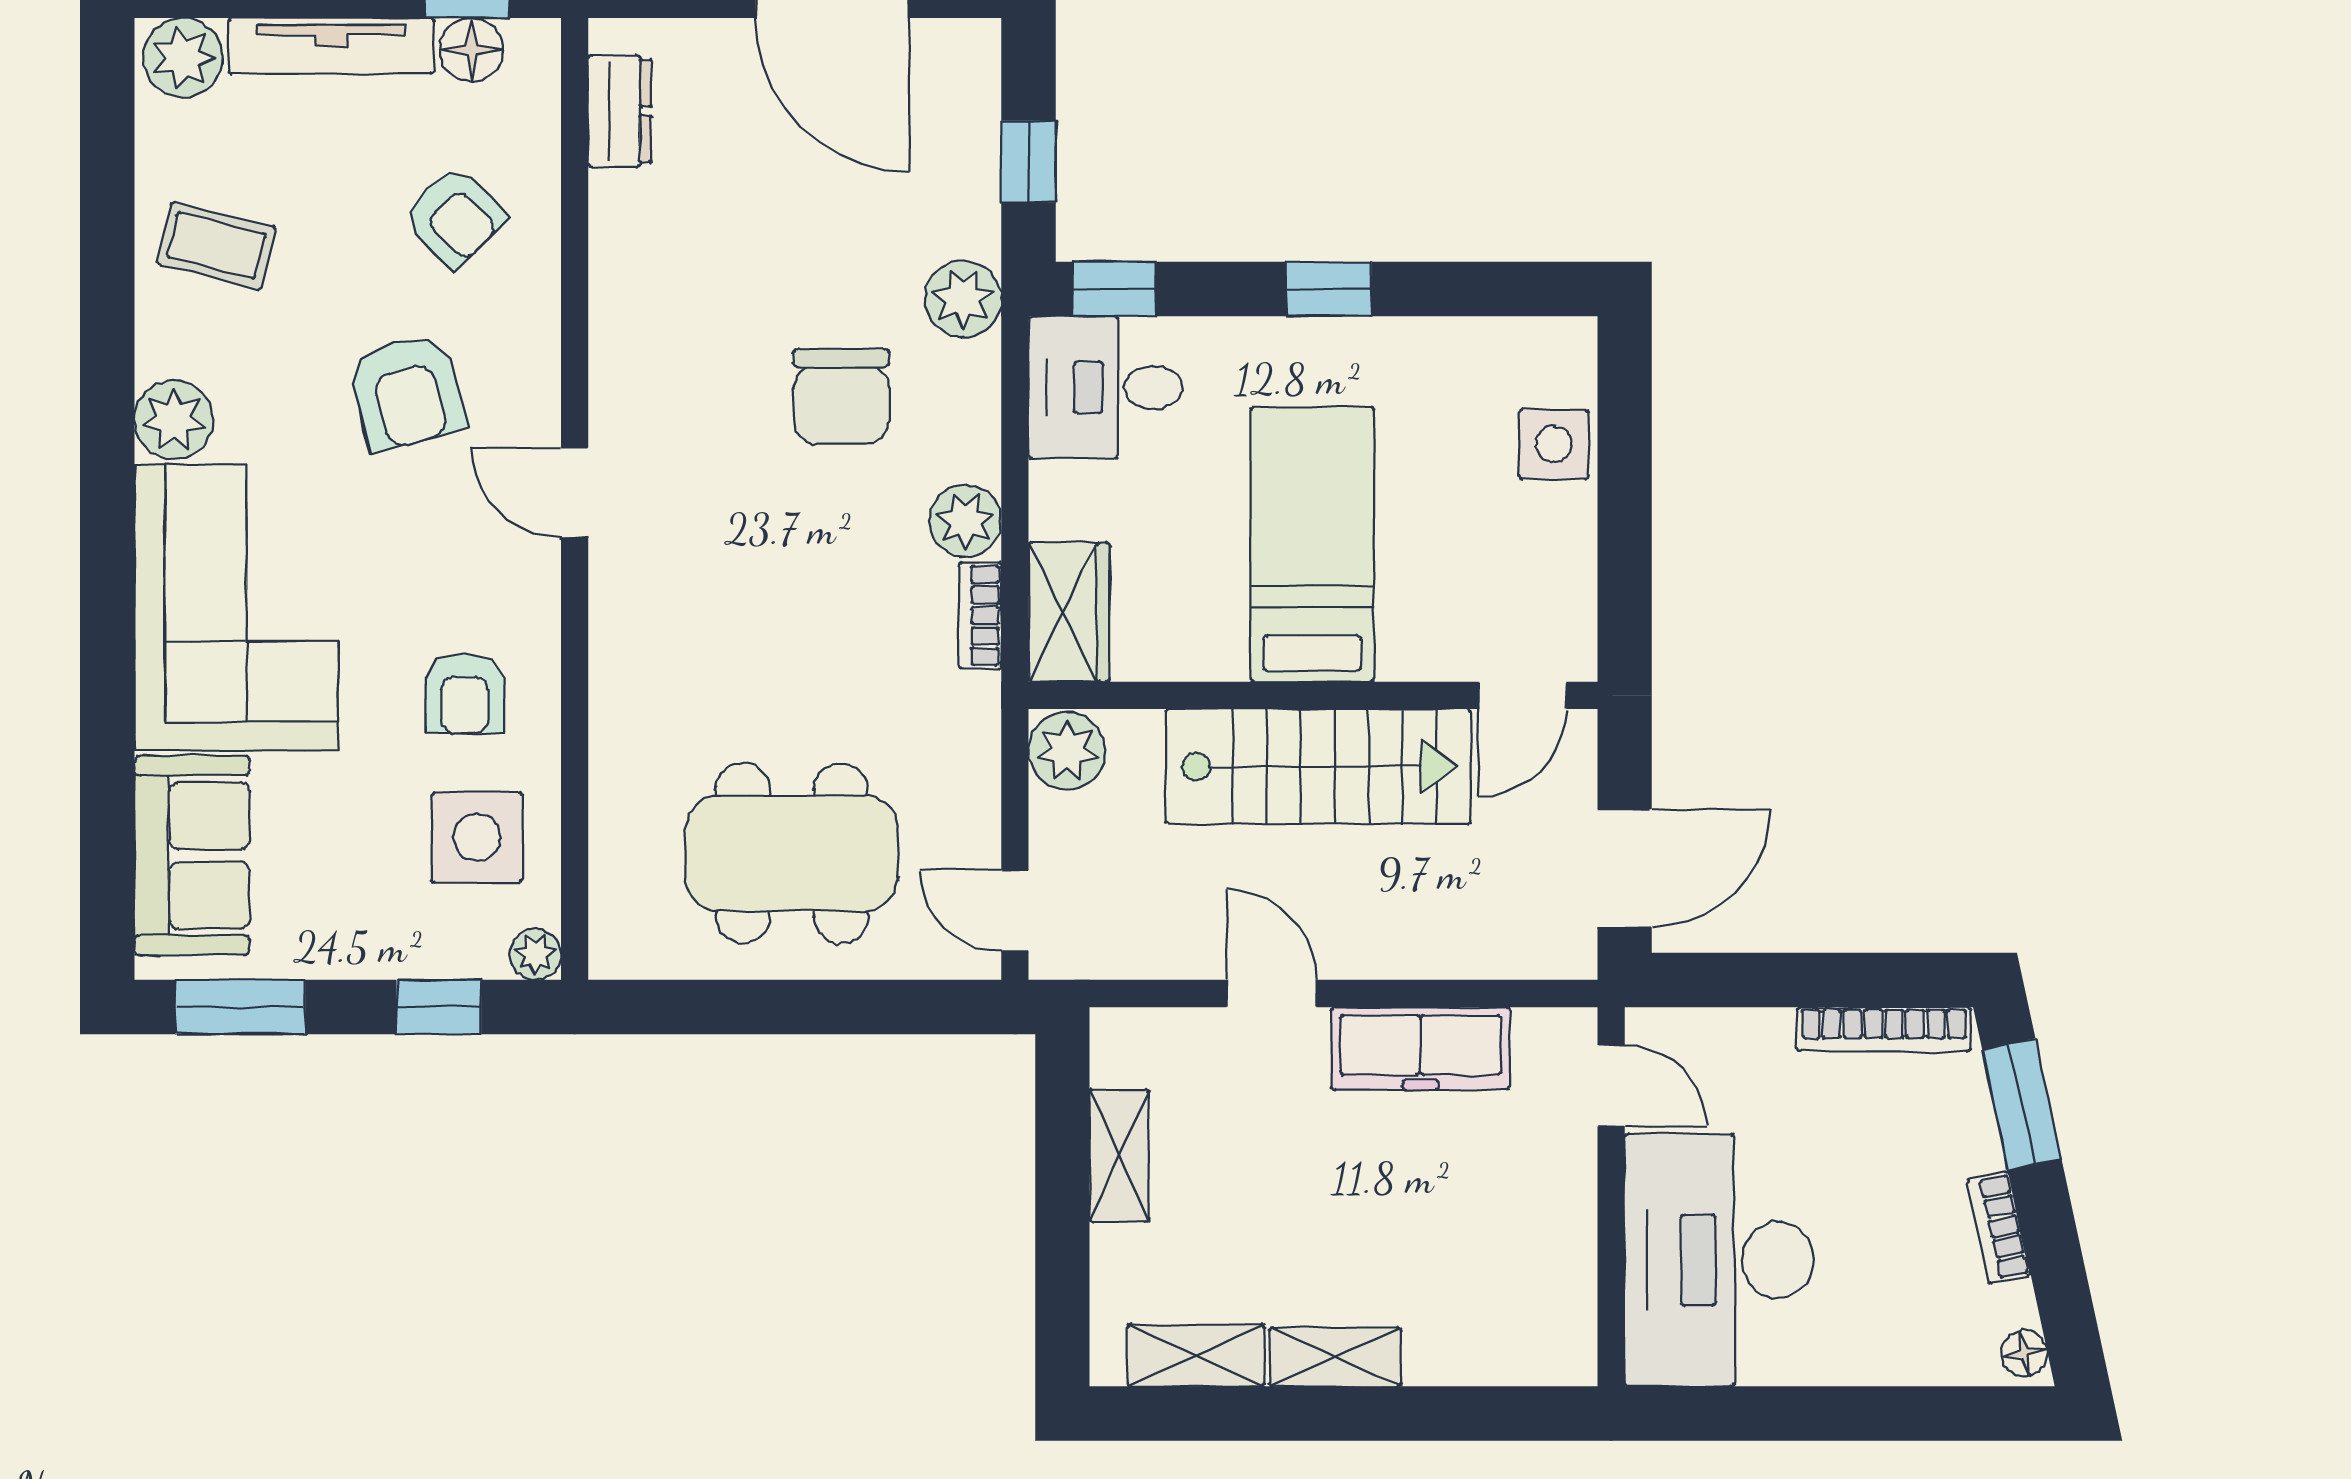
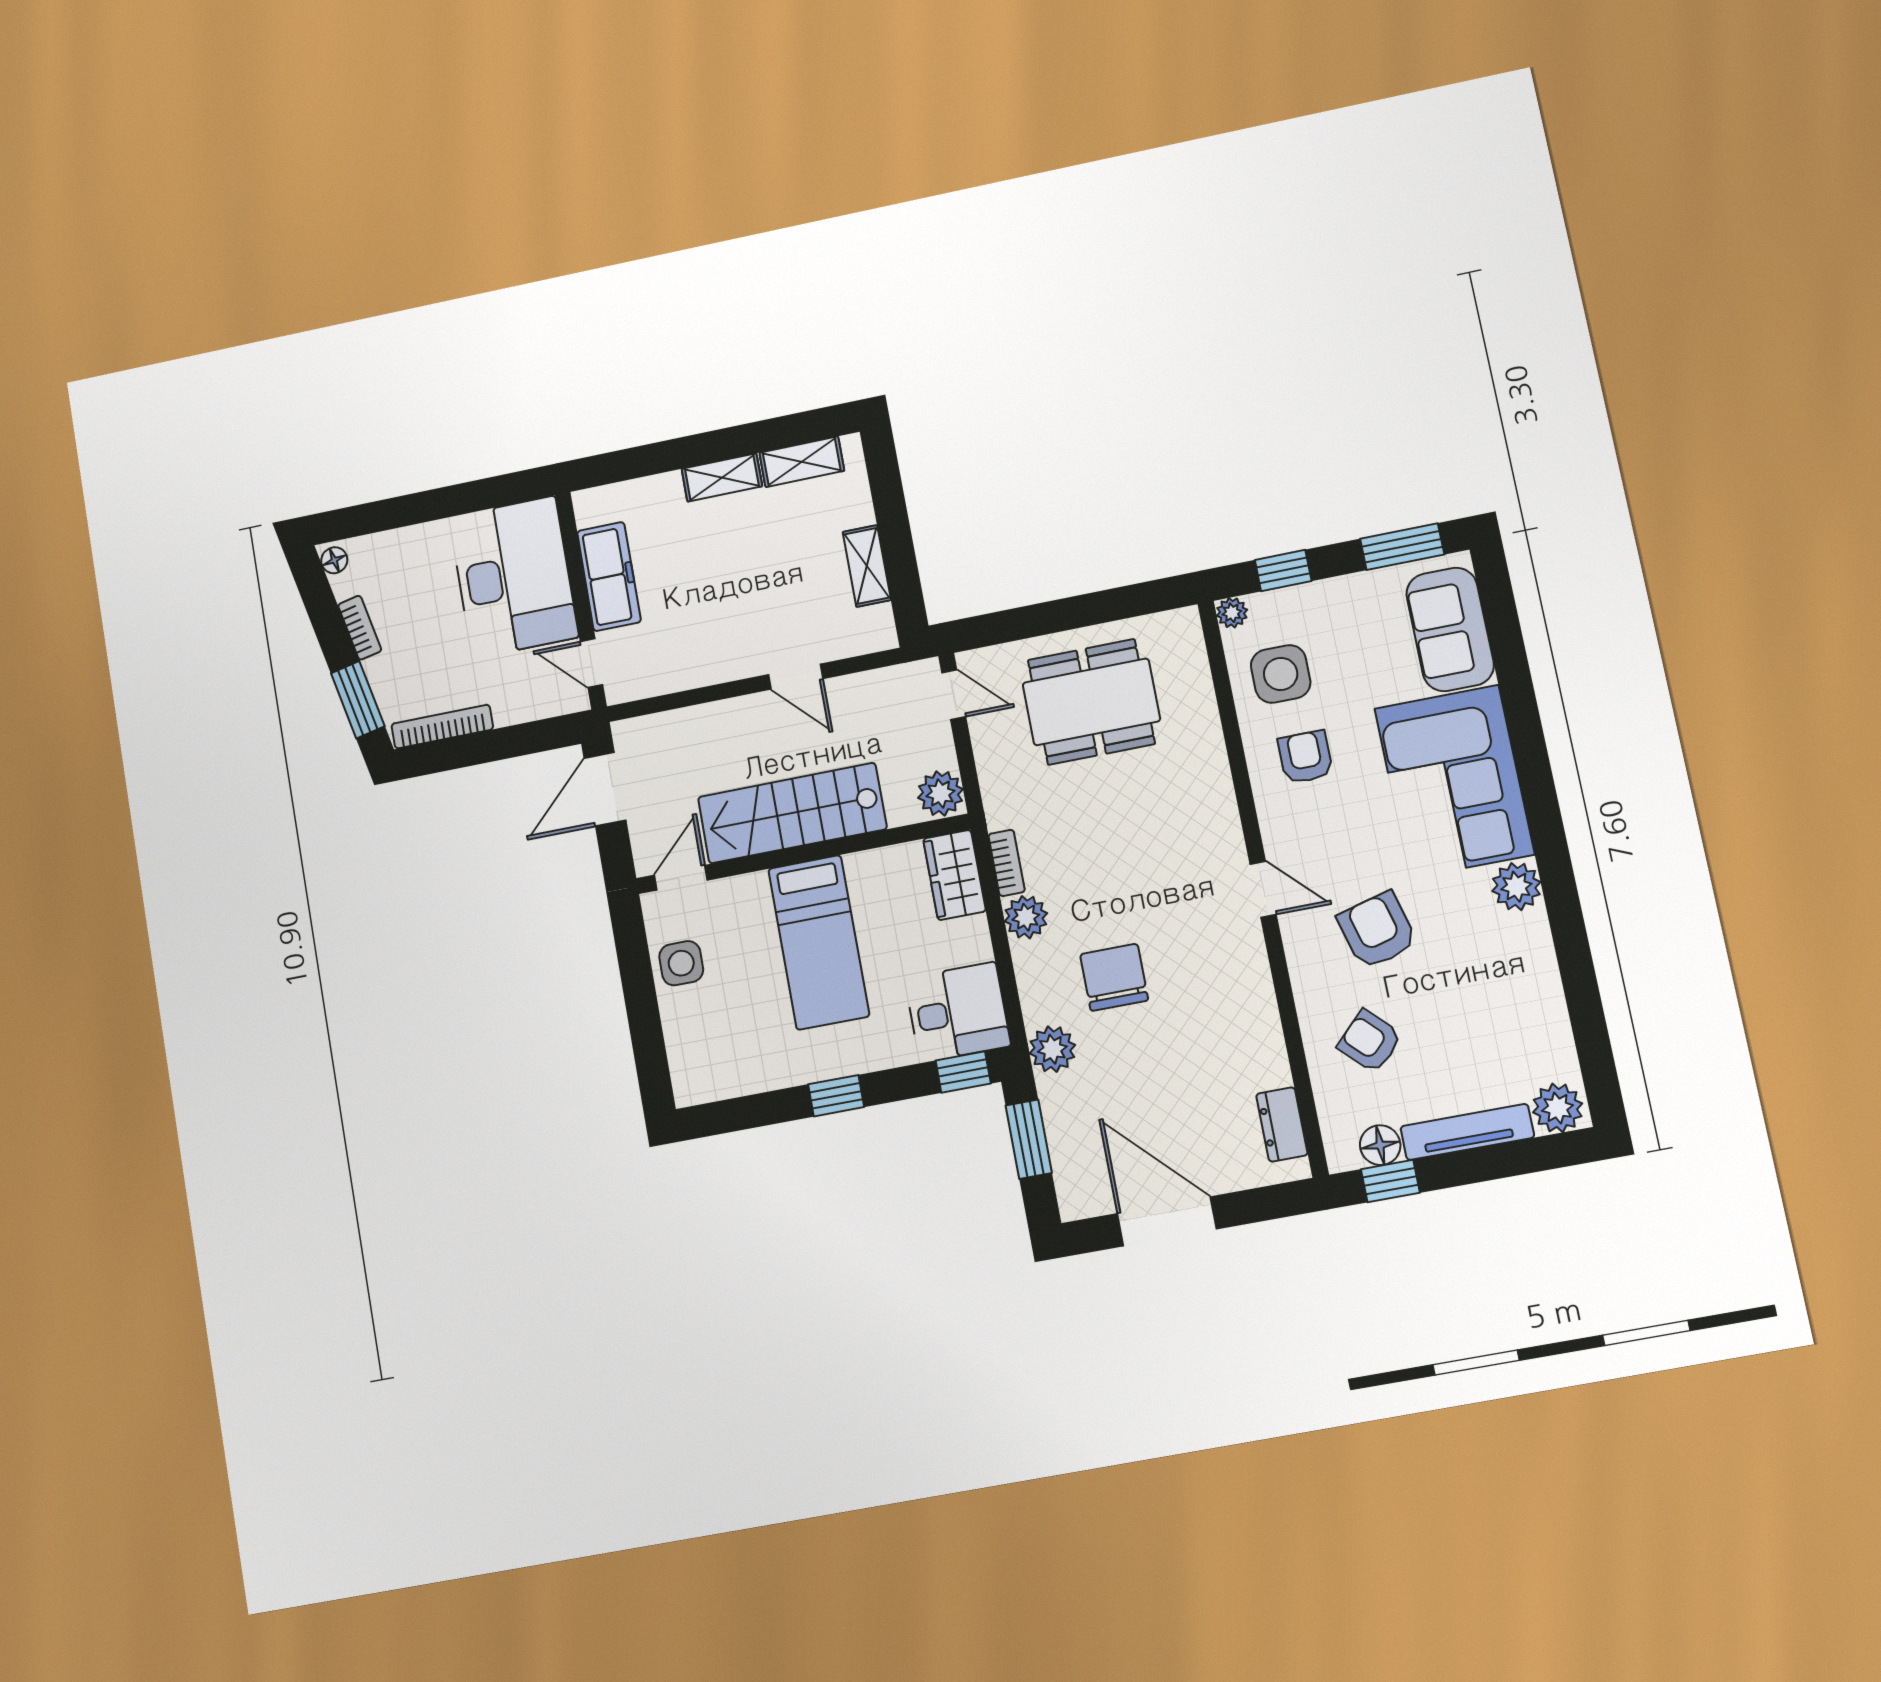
window: (1028, 161) -> (1029, 1139), width x1.50
coffee table: (216, 245) -> (1513, 997), removed
side table: (1554, 444) -> (681, 963), moved
freezer: (1421, 1048) -> (609, 577), moved, turned 90

